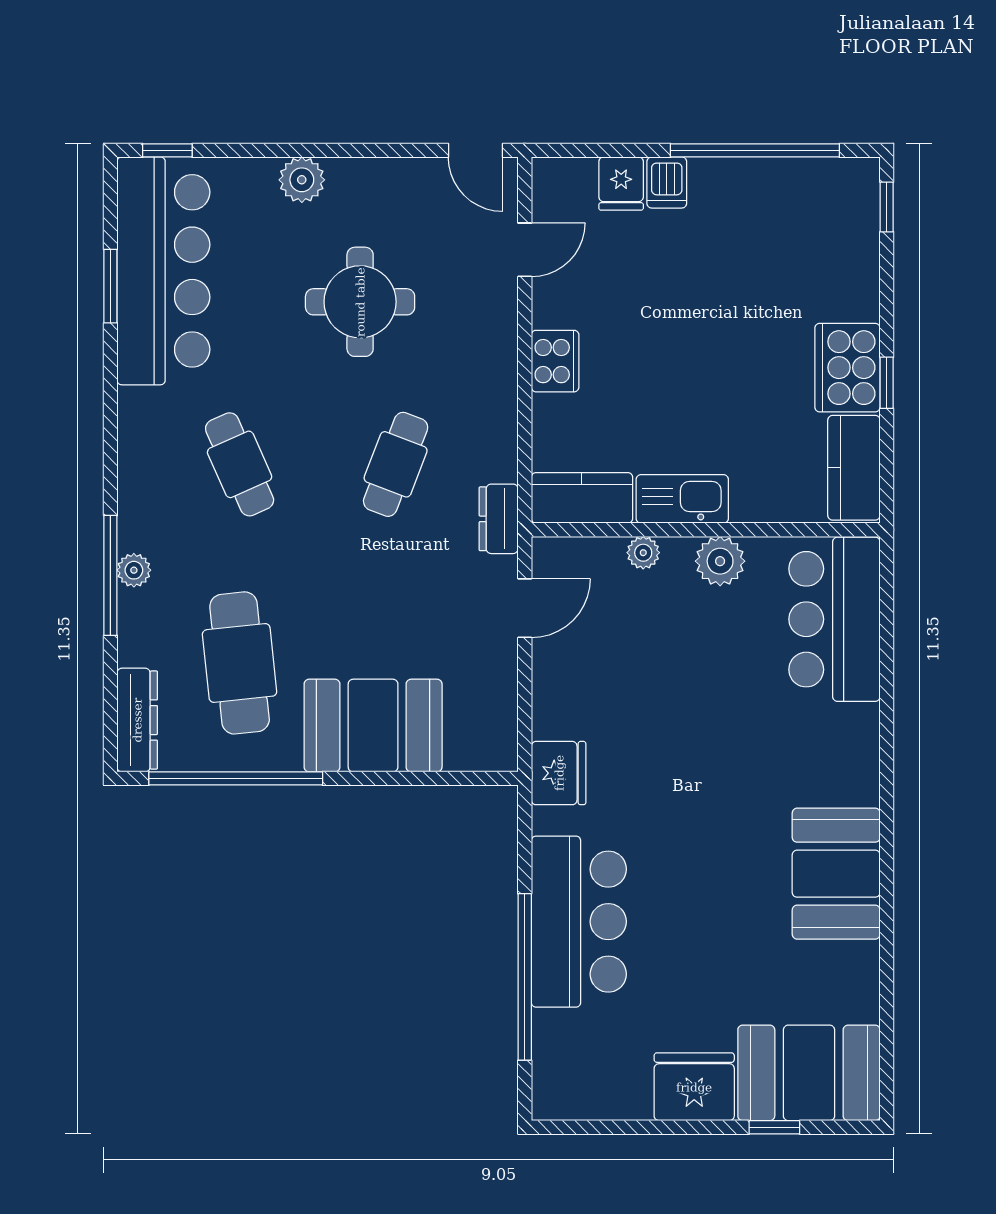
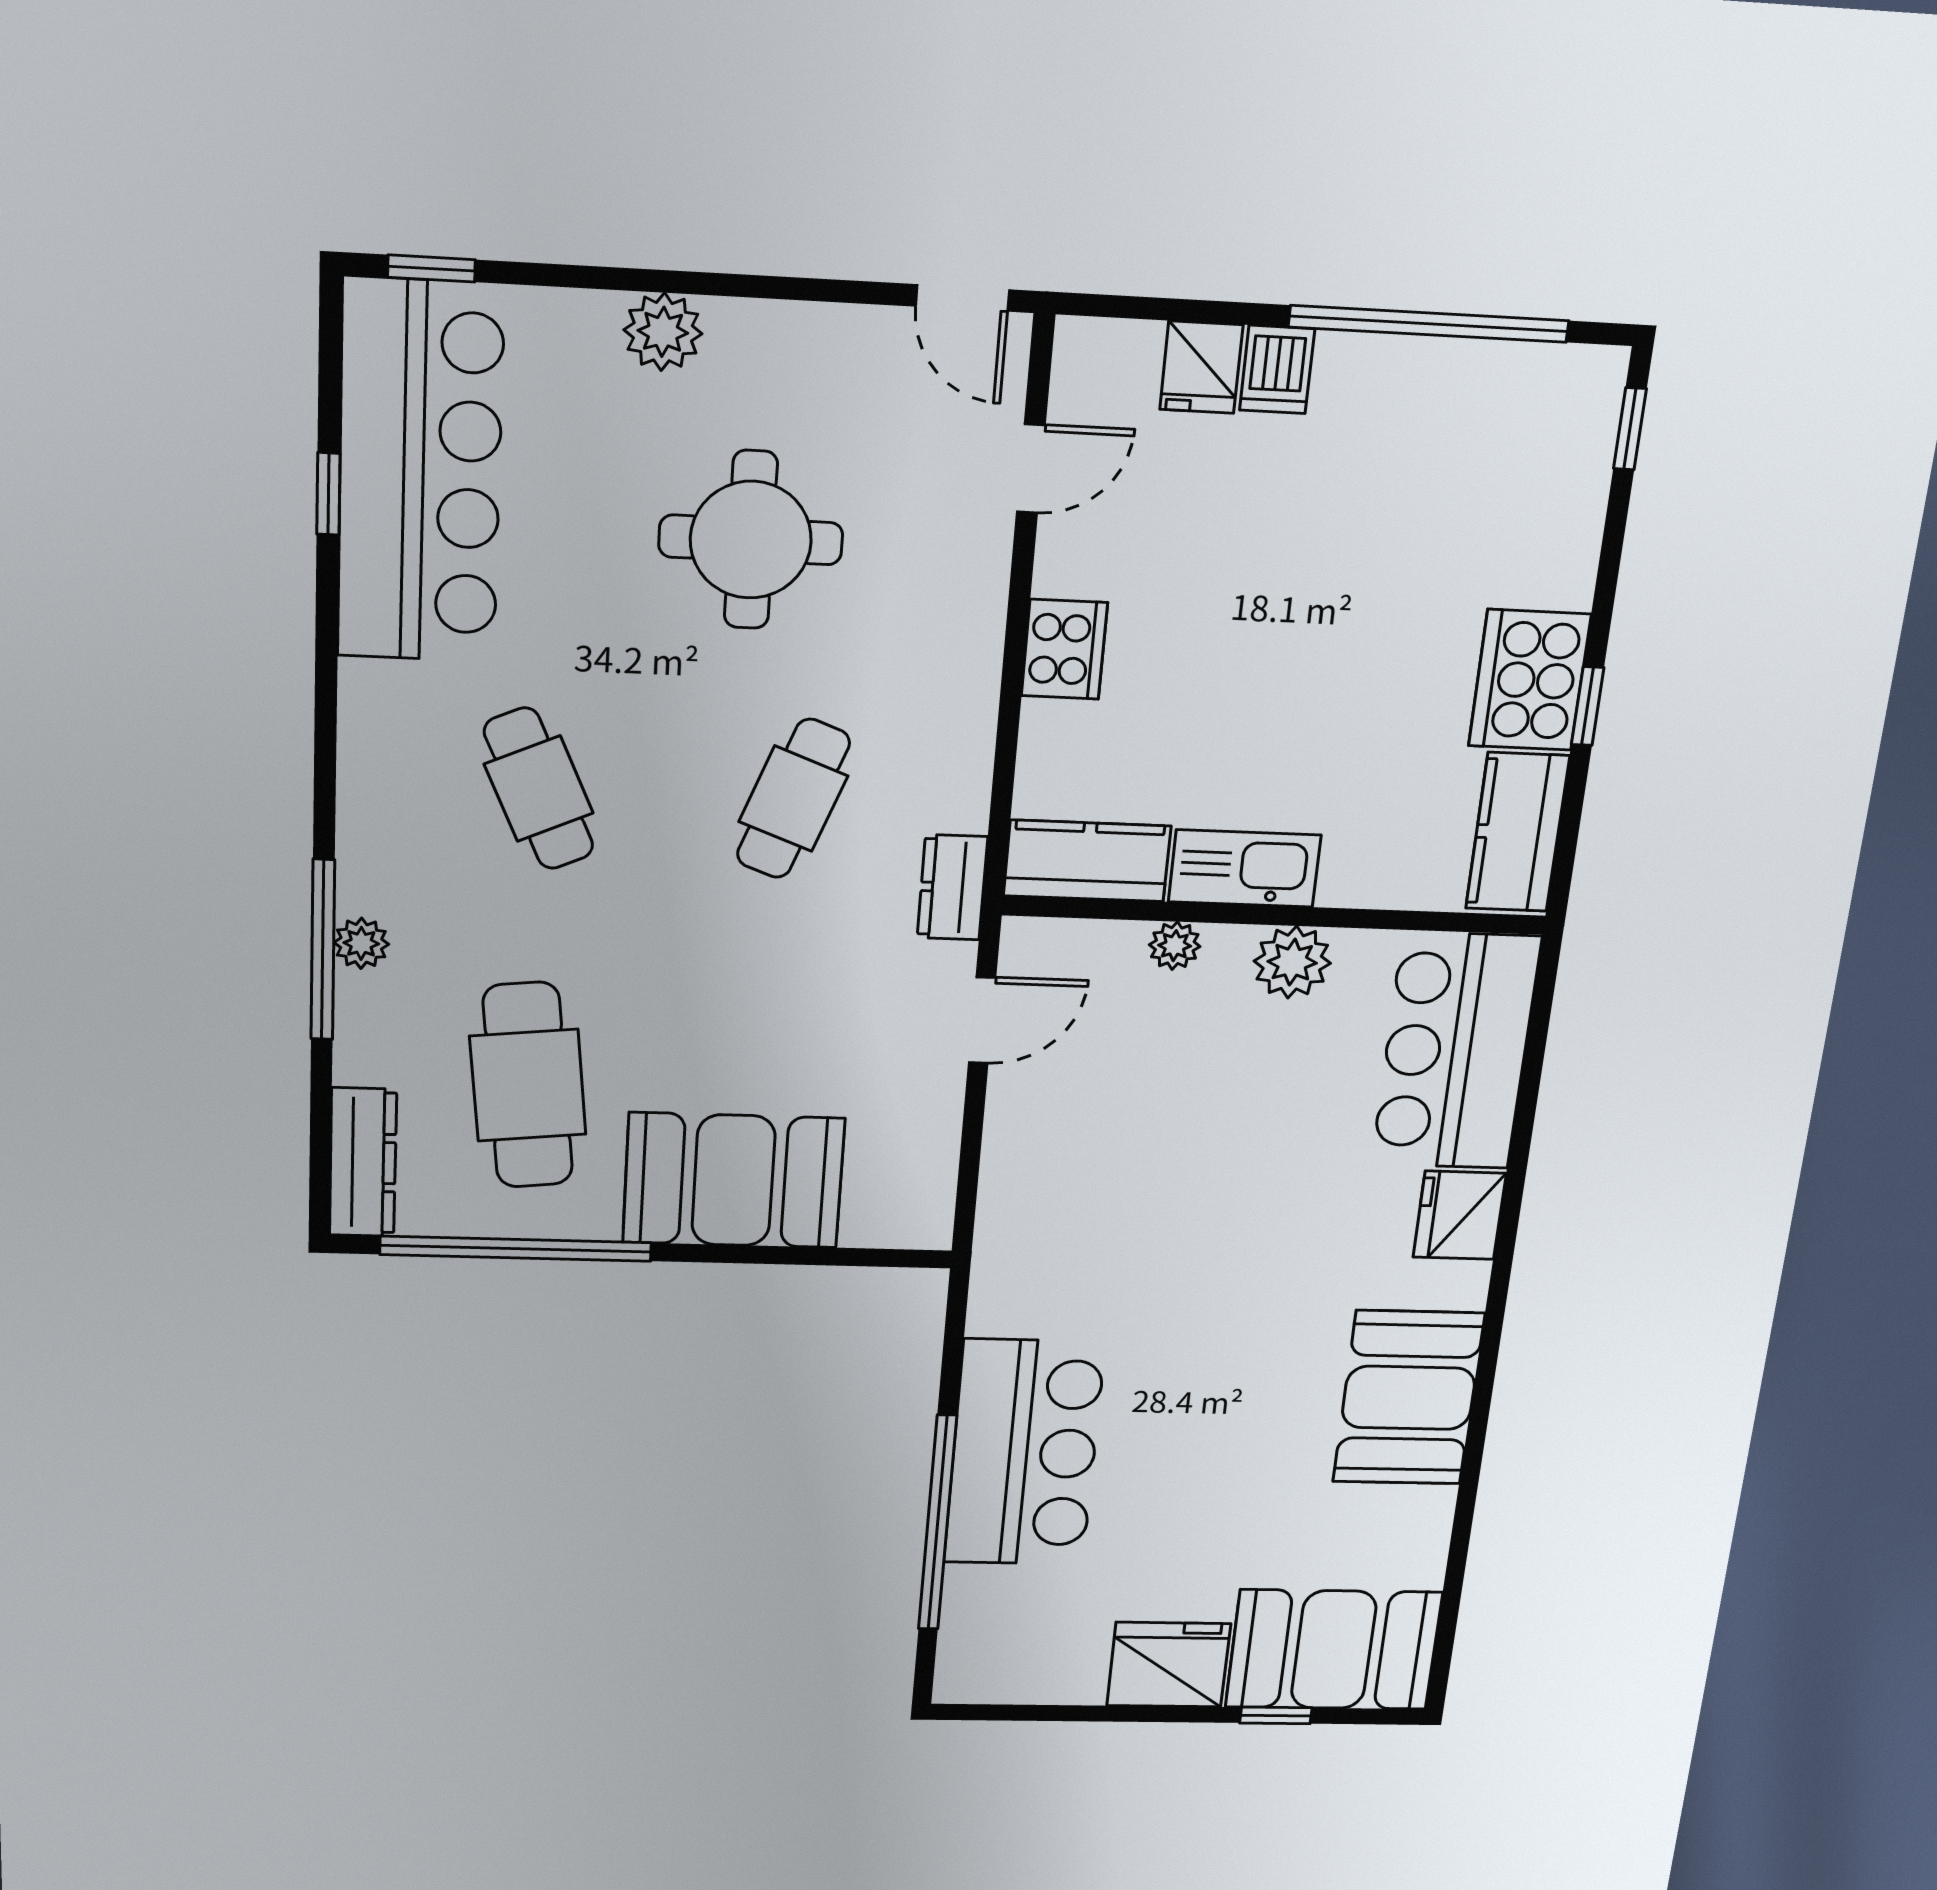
window: (110, 286) -> (328, 494), width x0.67
fridge: (559, 773) -> (1460, 1215), moved, turned 180

